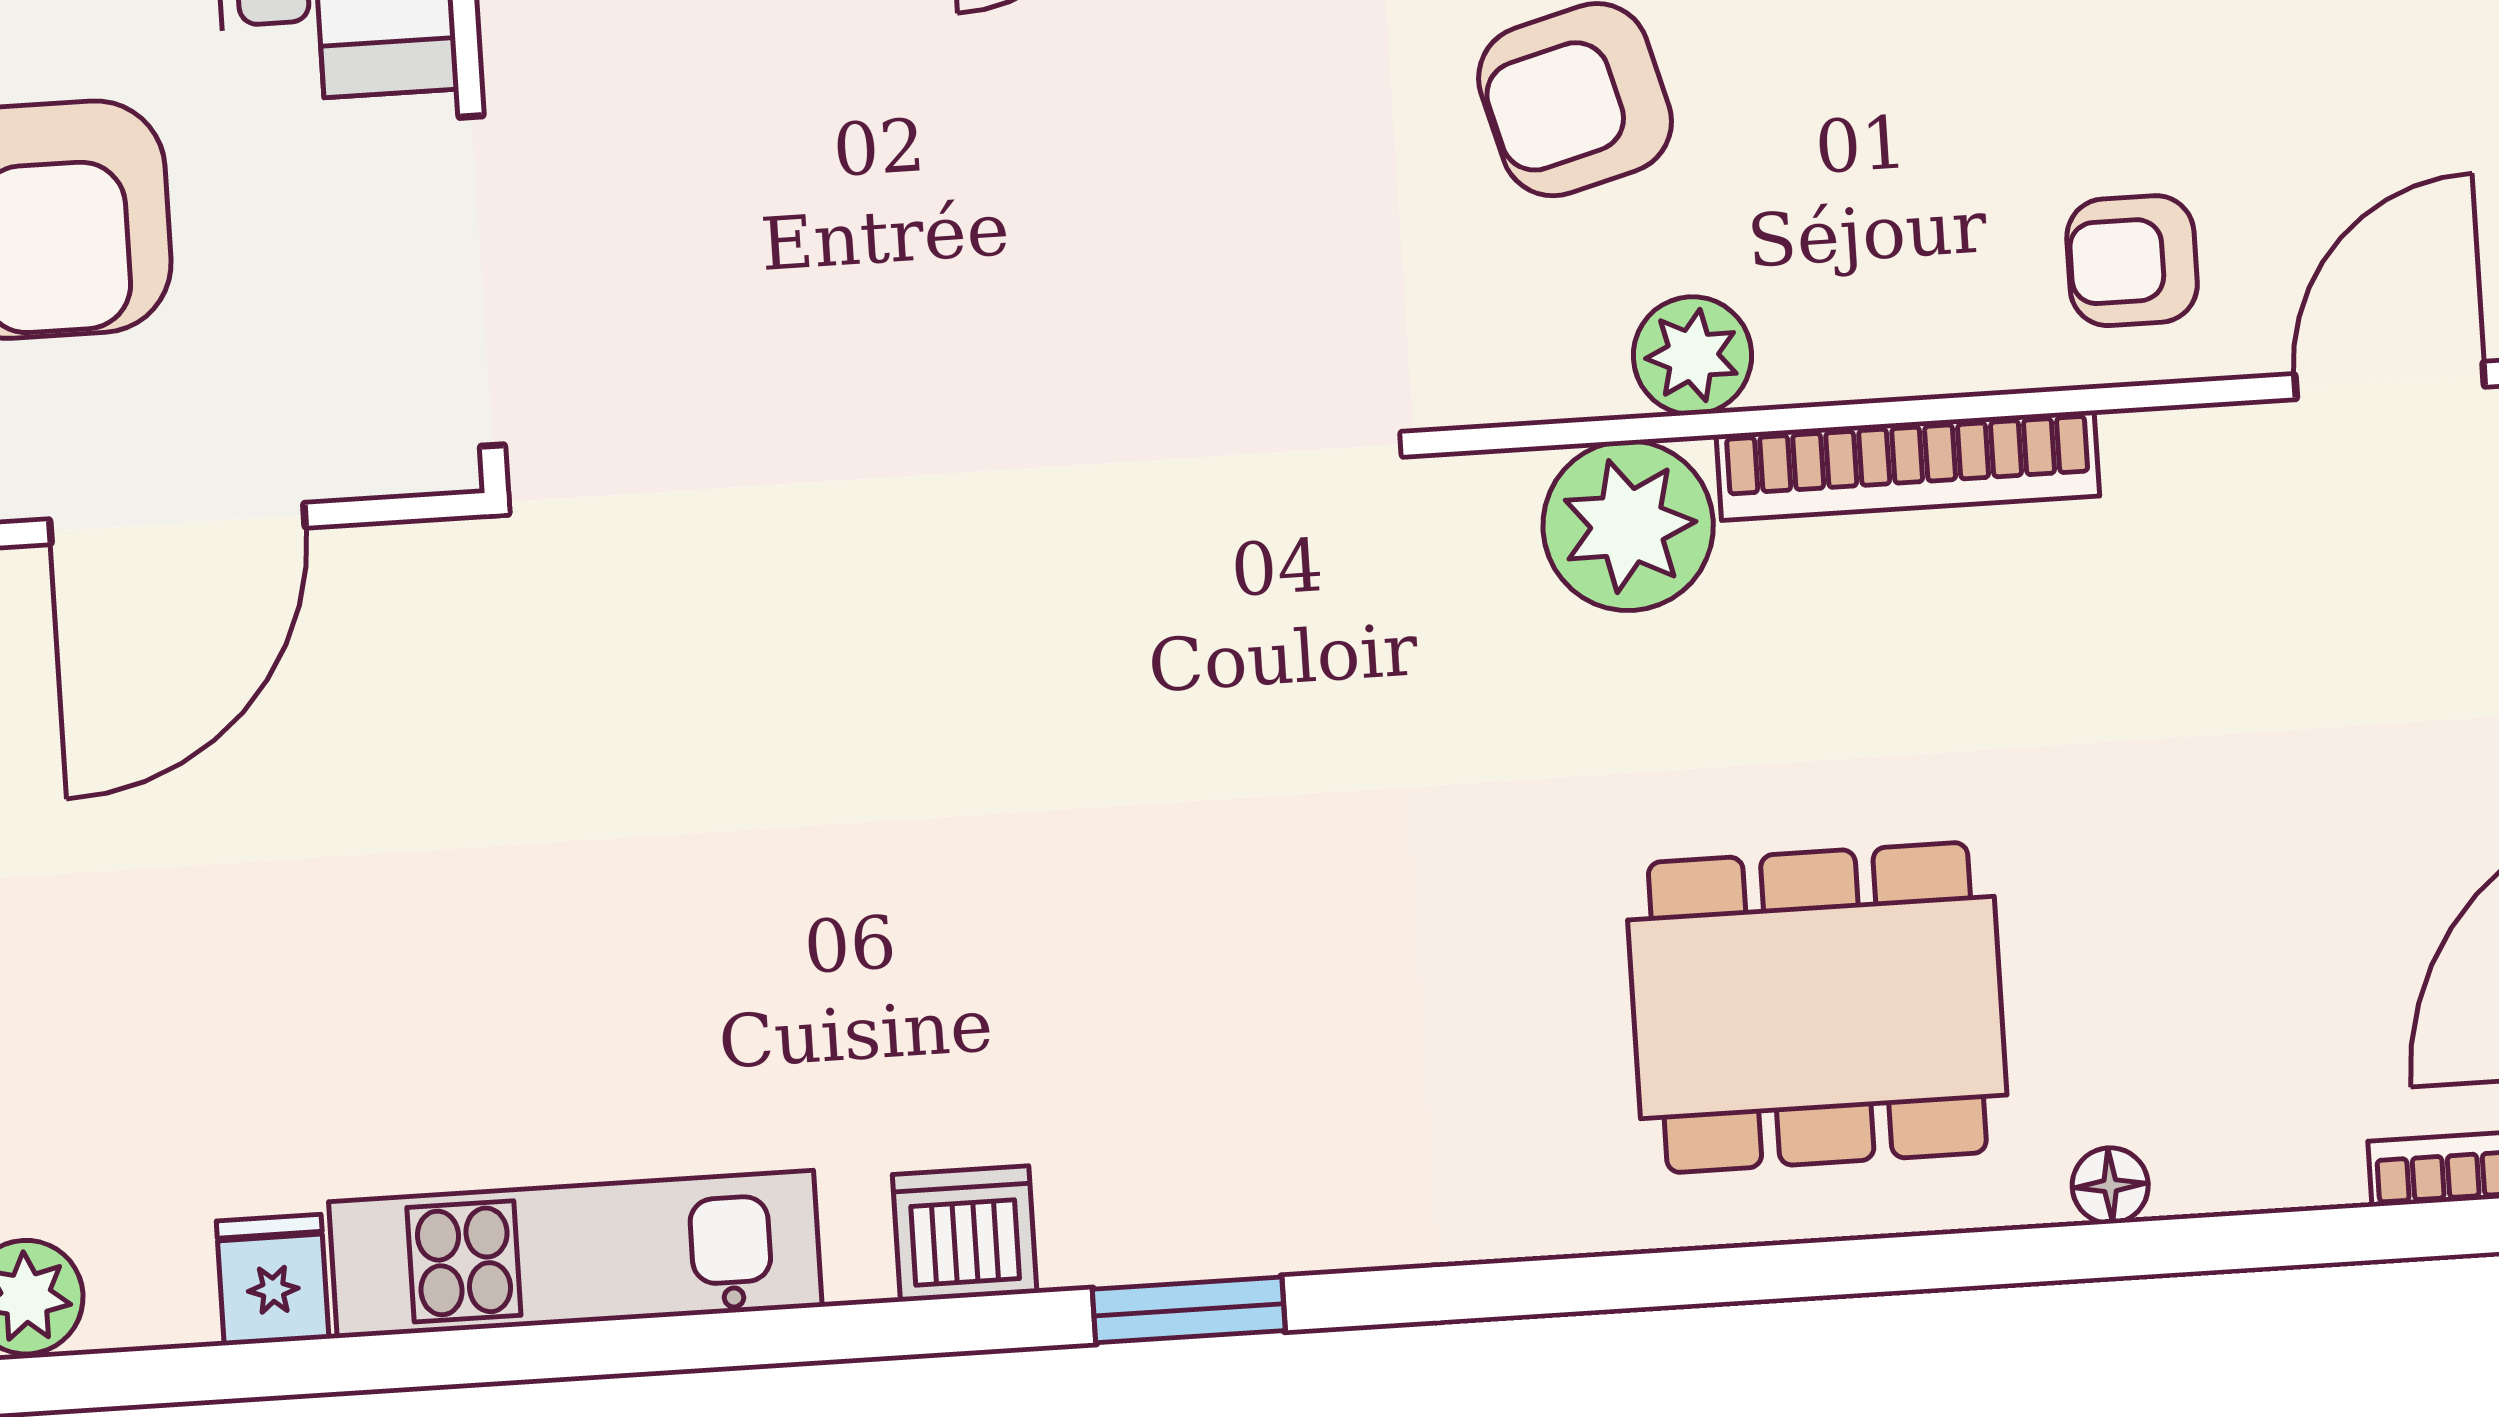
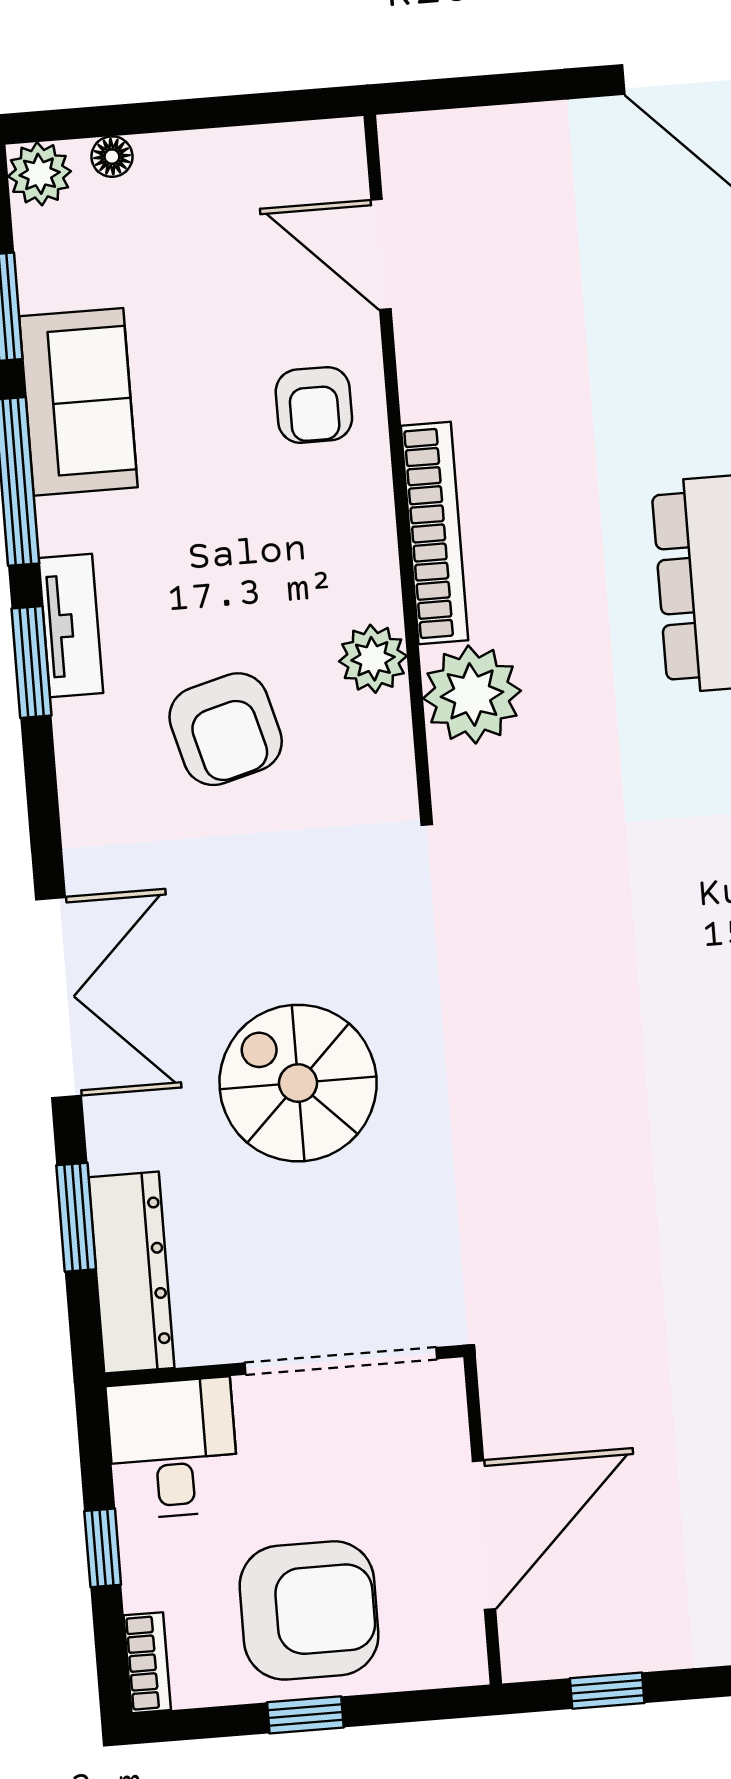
spiral stairs: (962, 215) -> (298, 1083), added
door: (177, 524) -> (484, 1535), hinge flipped

